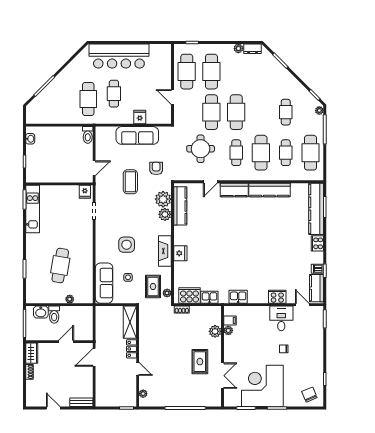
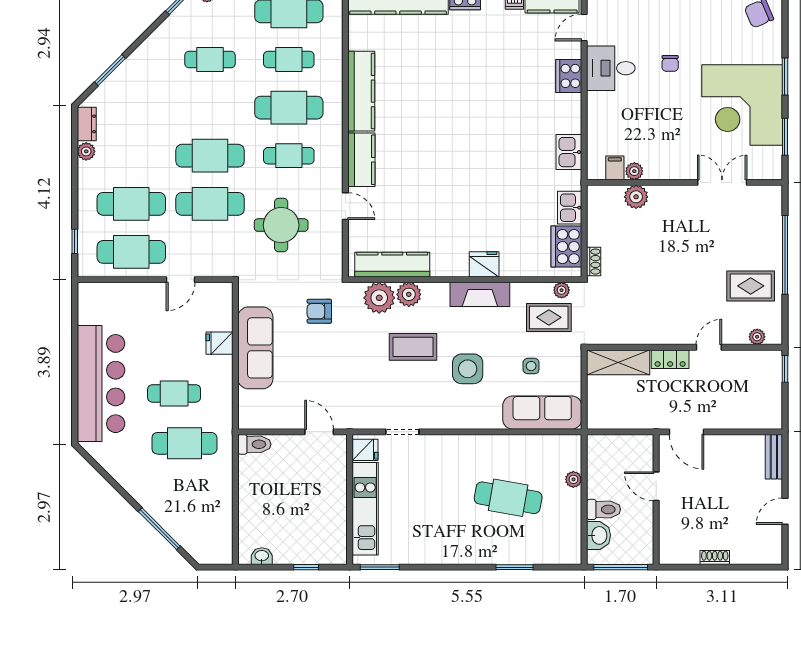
coffee table: (130, 182) -> (413, 347), moved
kitchen unit: (33, 209) -> (365, 509), moved, turned 90
wardrobe: (32, 353) -> (678, 553), removed
rug: (200, 362) -> (751, 286), moved

